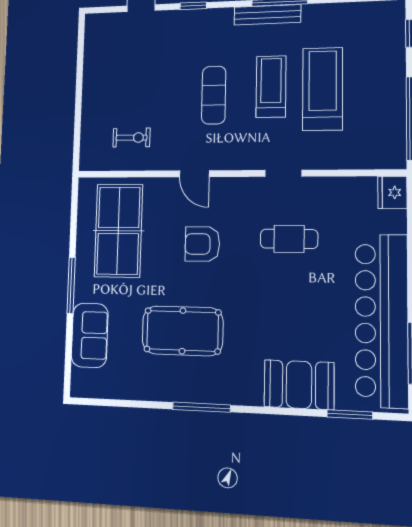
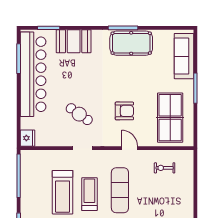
treadmill: (271, 87) -> (89, 194), turned 180
exercise mat: (214, 95) -> (120, 190), width x1.36, depth x1.45
cafe table: (289, 239) -> (79, 114), turned 35
pool table: (182, 331) -> (131, 43), moved
sofa: (90, 335) -> (184, 56), width x1.36

